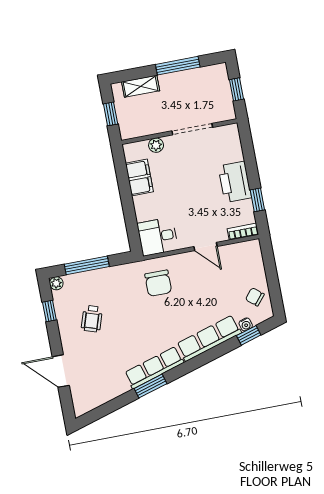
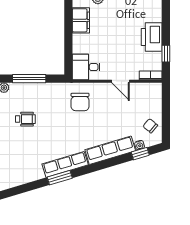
wheelchair: (92, 319) -> (25, 119), turned -108

